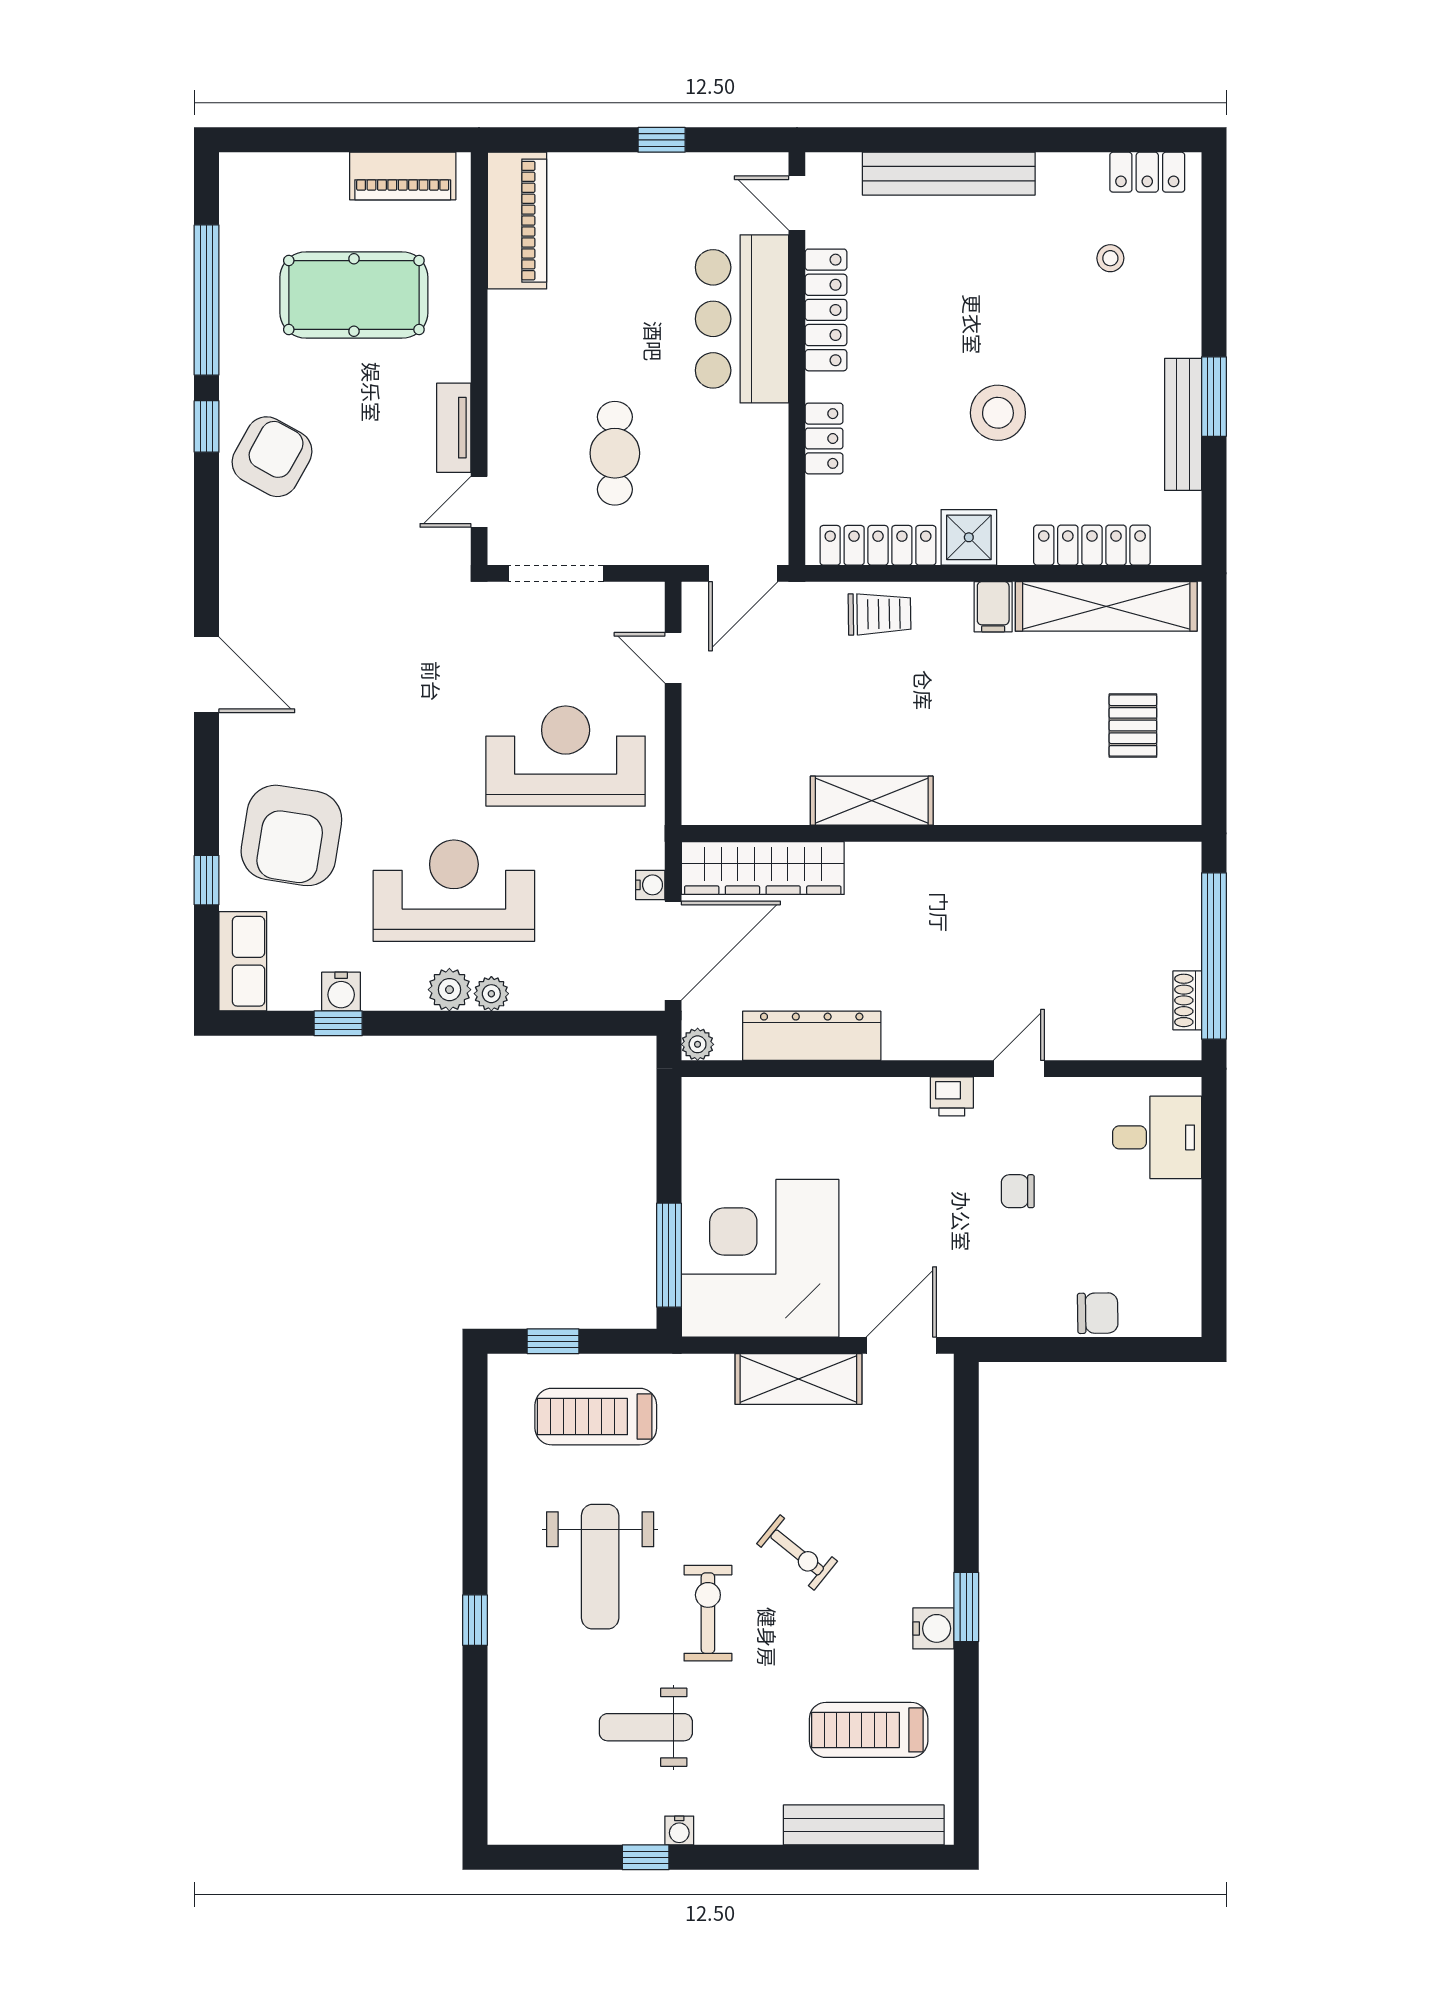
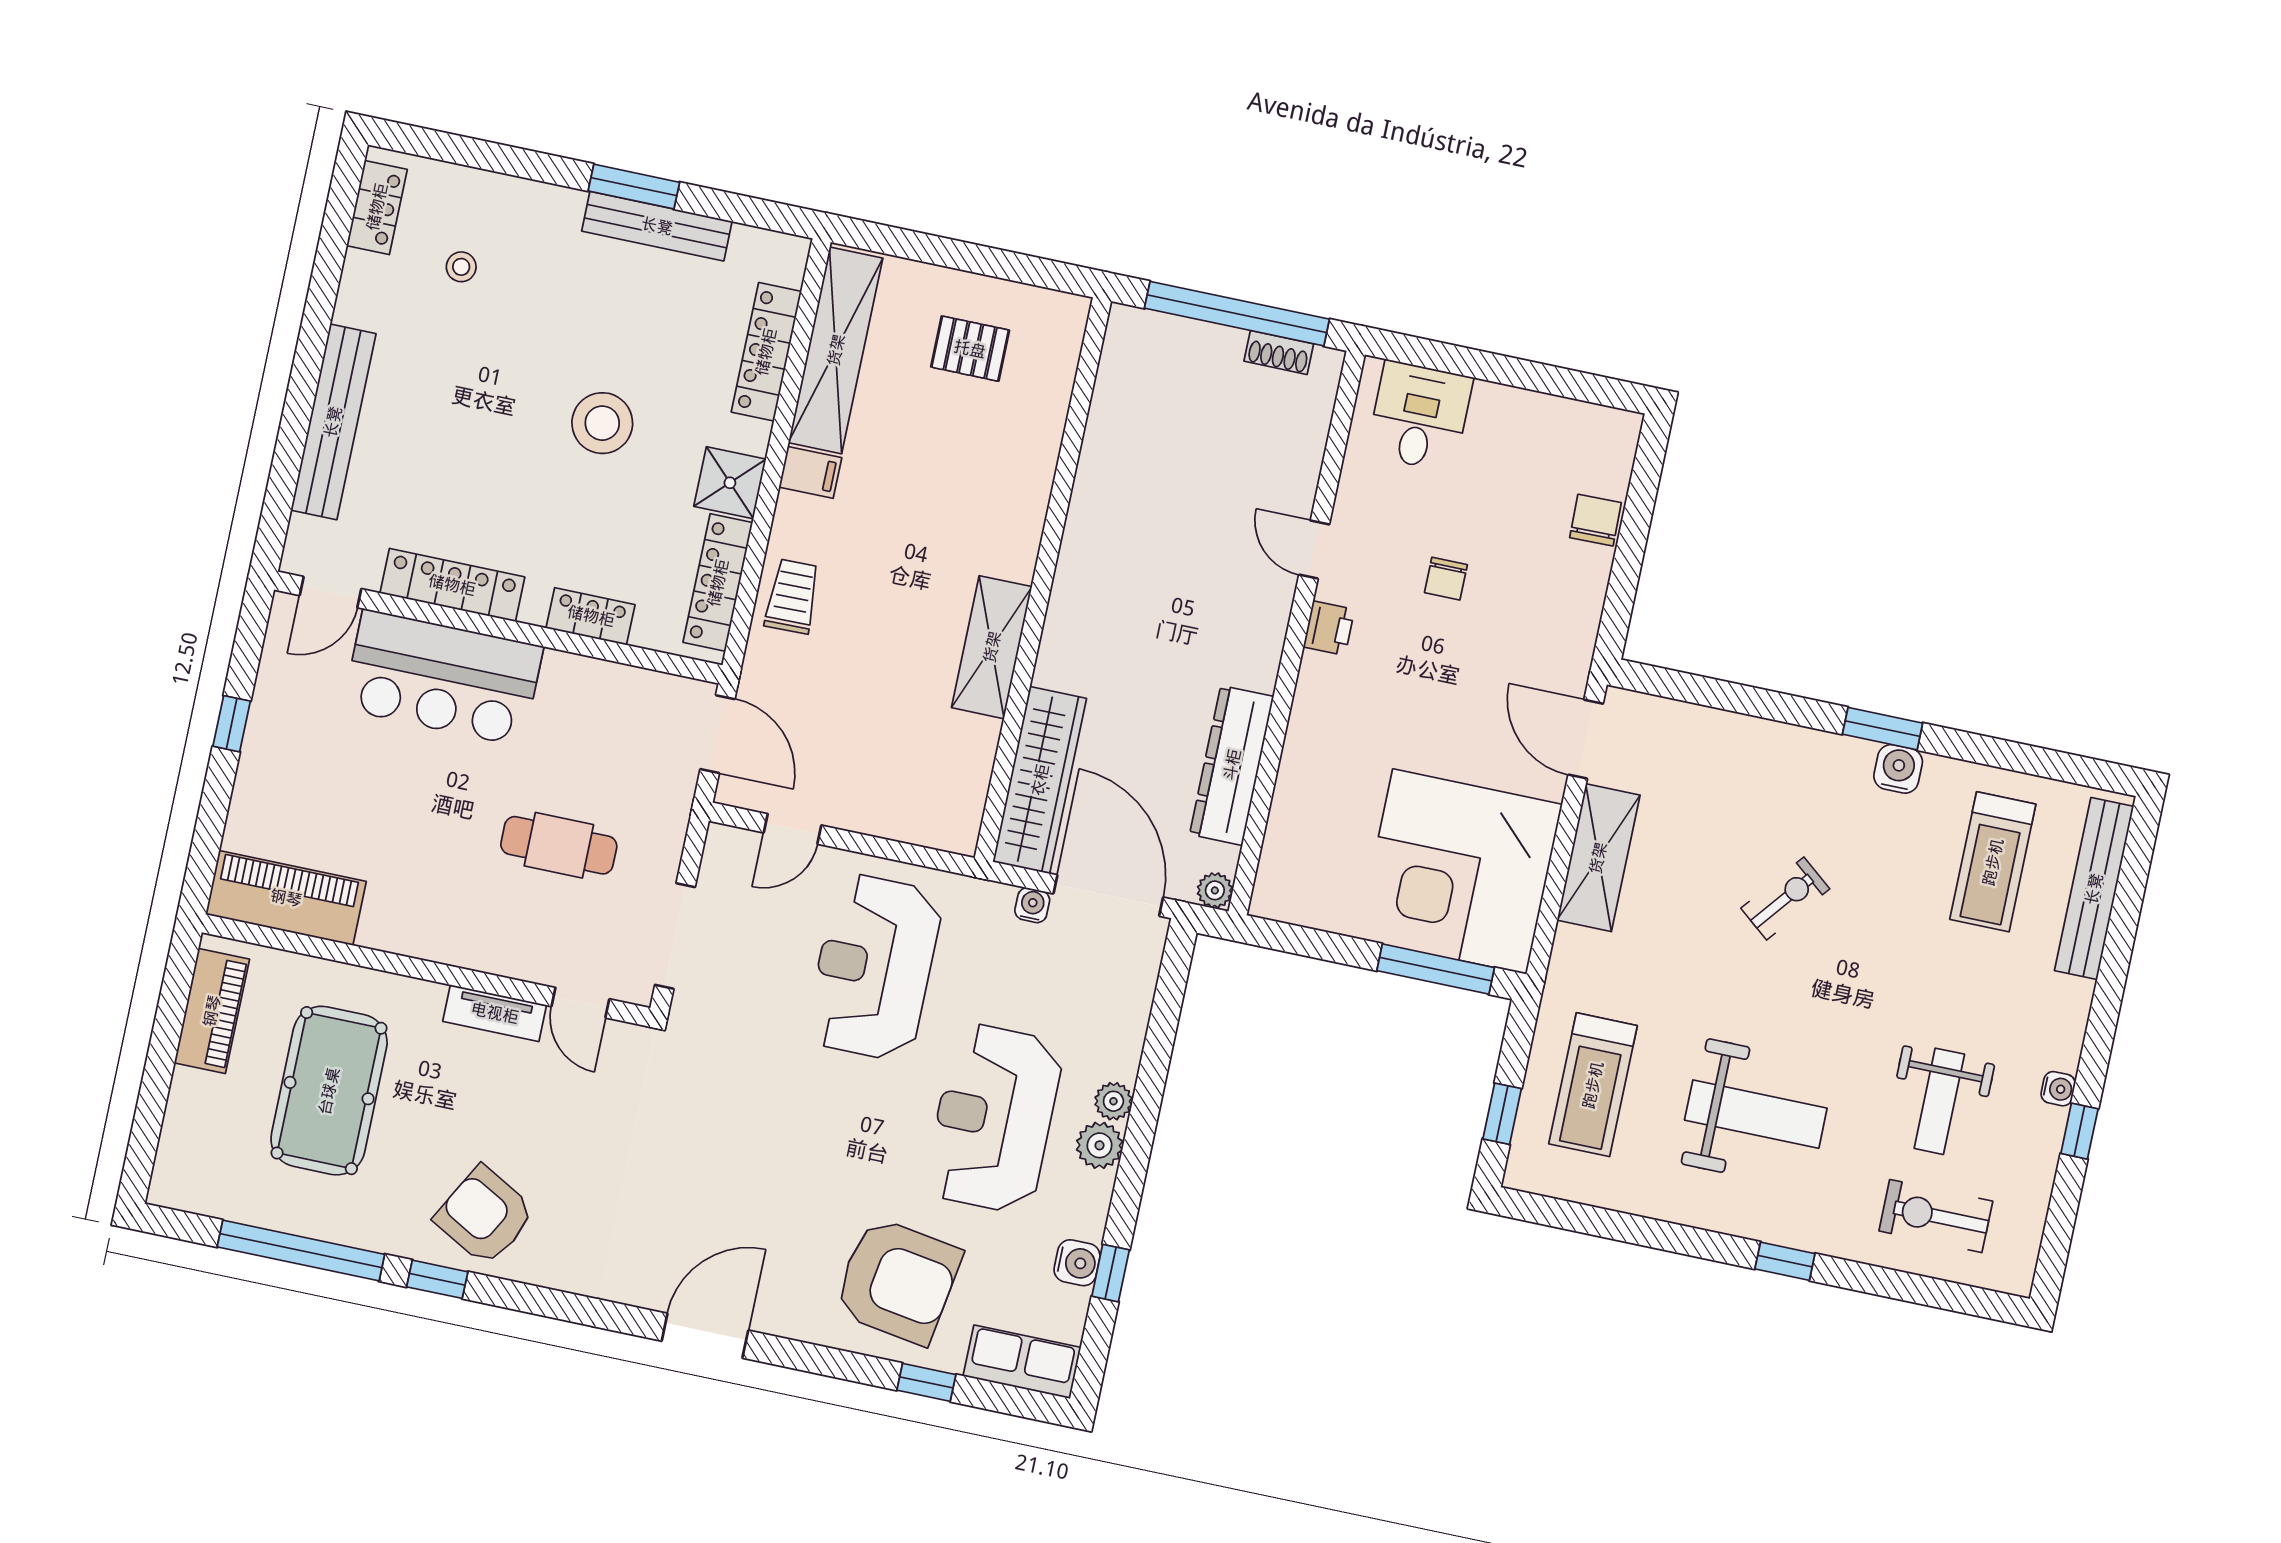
exercise bike: (708, 1613) -> (1936, 1216), moved

